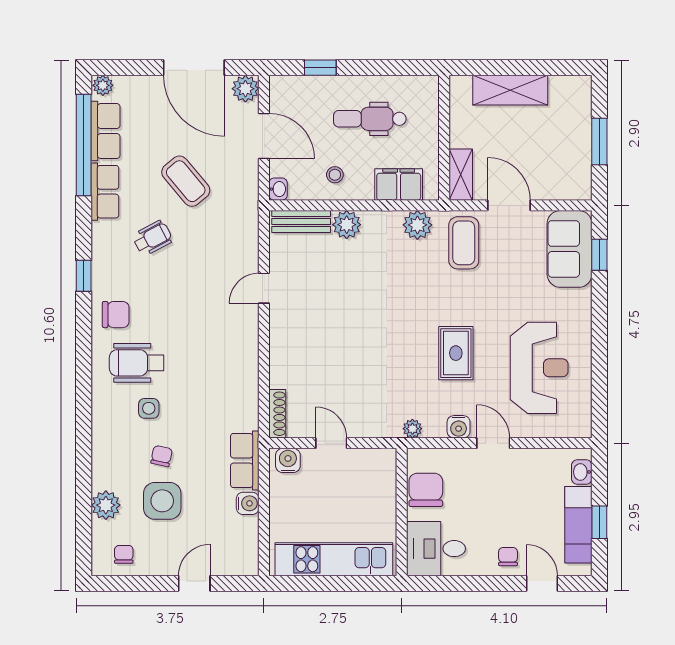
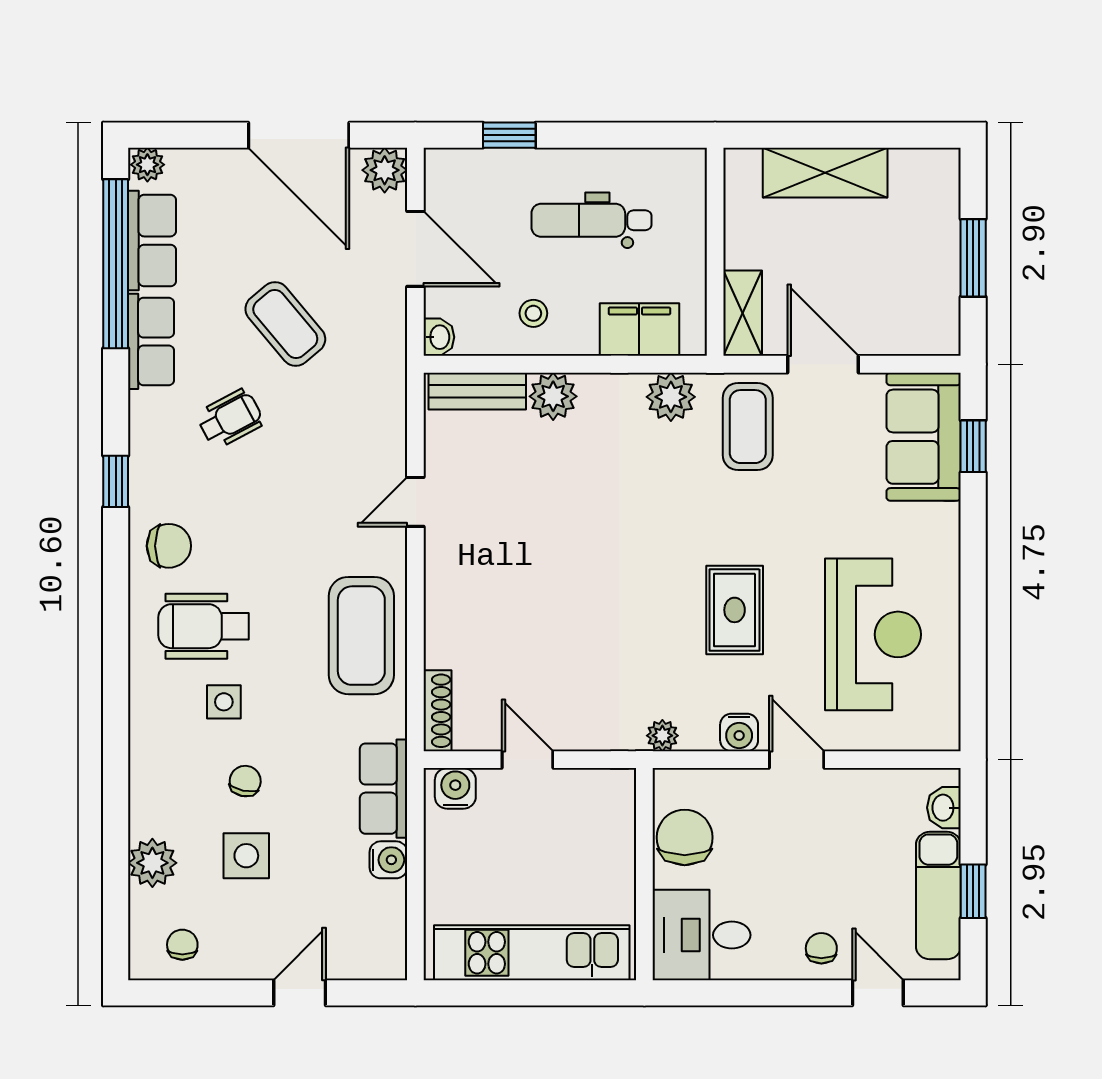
coffee table: (231, 369) -> (361, 636), added
side table: (162, 501) -> (246, 856), width x0.73, depth x0.73

